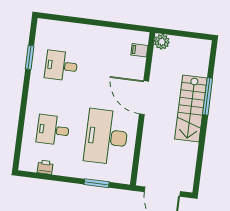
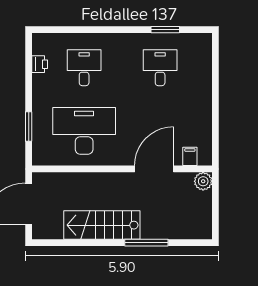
door: (144, 98) -> (154, 169), moved
stairs: (191, 108) -> (102, 225), moved

